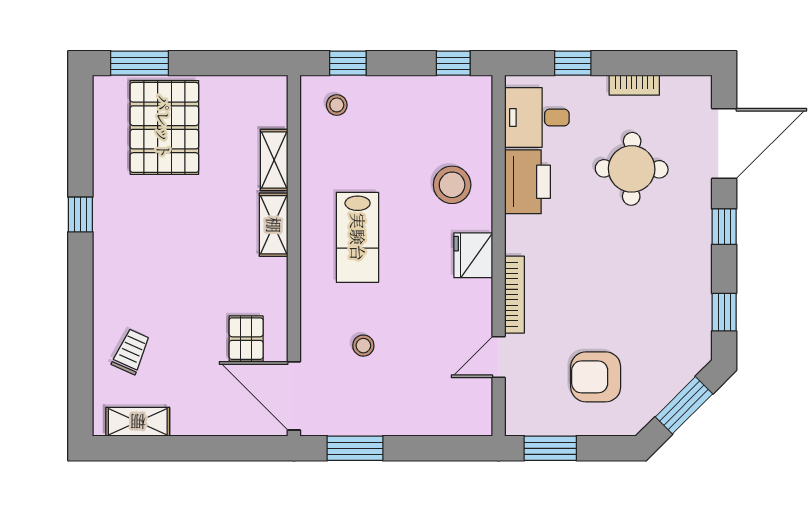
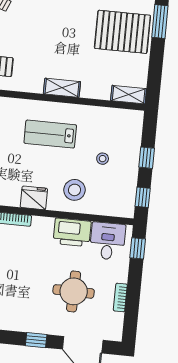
window: (348, 63) -> (147, 158), moved
window: (573, 63) -> (138, 248), moved
stool: (337, 105) -> (103, 159), moved
shelving: (274, 160) -> (129, 95), moved

